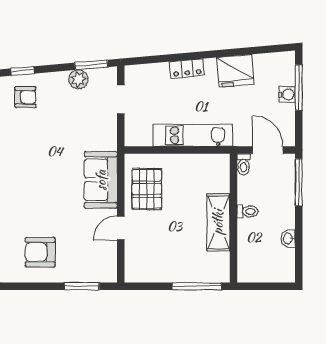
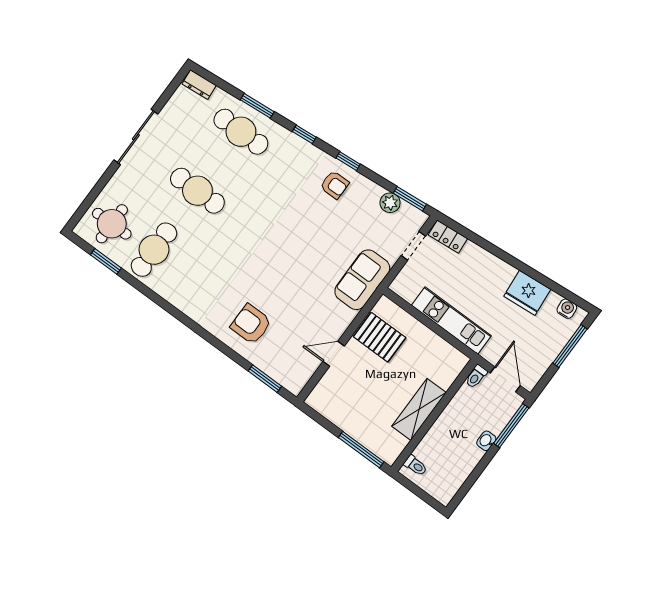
locker: (187, 69) -> (448, 237), moved
water cooler: (287, 94) -> (567, 309), moved, turned -95
sofa: (101, 180) -> (362, 280), moved
pallet: (147, 189) -> (380, 337), turned 90
toilet: (248, 211) -> (416, 466), moved
washbasin: (288, 239) -> (486, 441), moved

